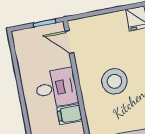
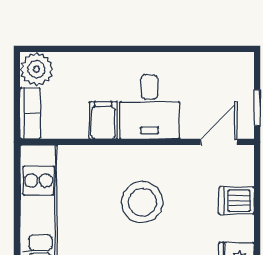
dishwasher: (103, 25) -> (237, 201), added

